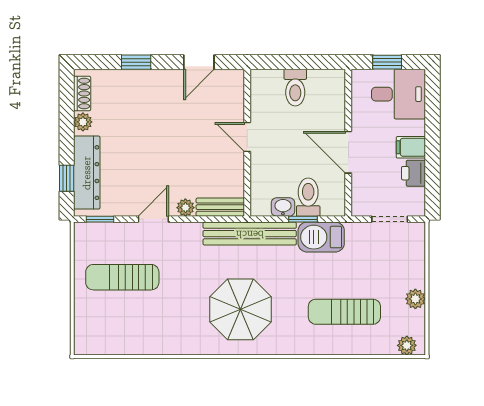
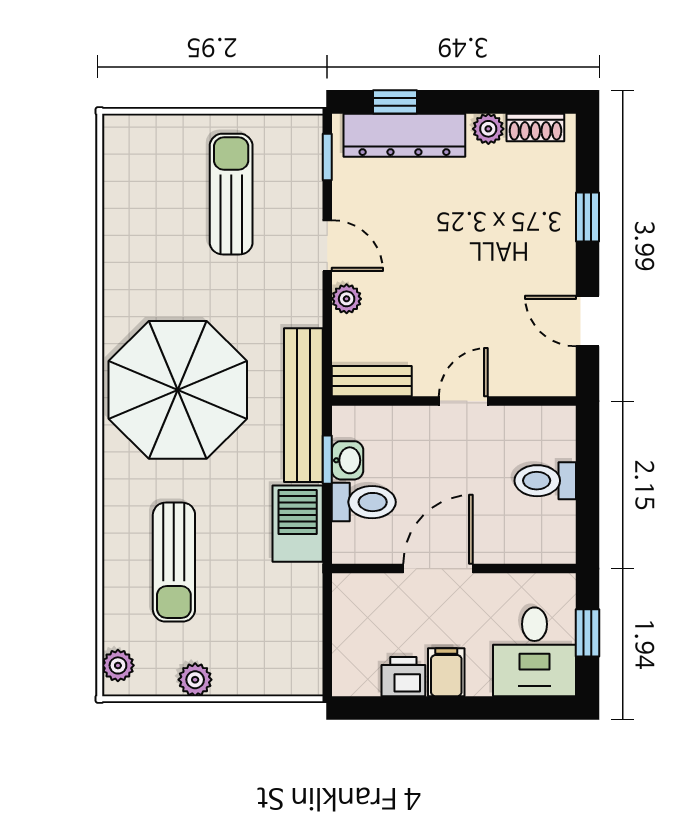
bench: (220, 207) -> (372, 381), moved, turned 90
window: (303, 219) -> (327, 460), moved
doorway: (390, 219) -> (327, 637), removed
parasol: (241, 309) -> (178, 390), width x1.36, depth x1.36
sun lounger: (344, 312) -> (174, 562), turned 180

